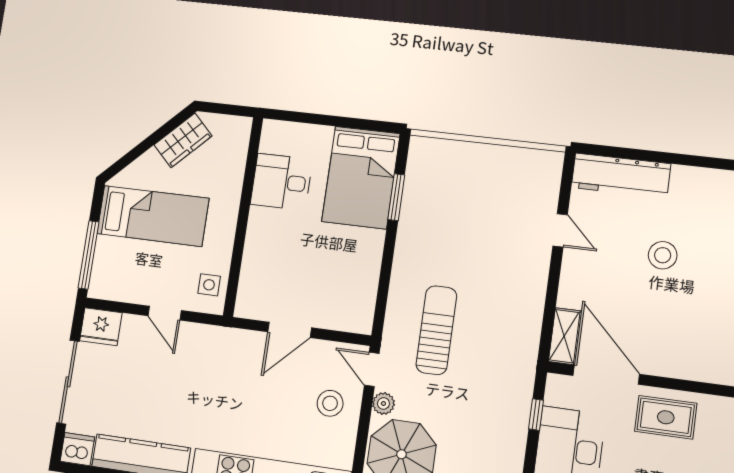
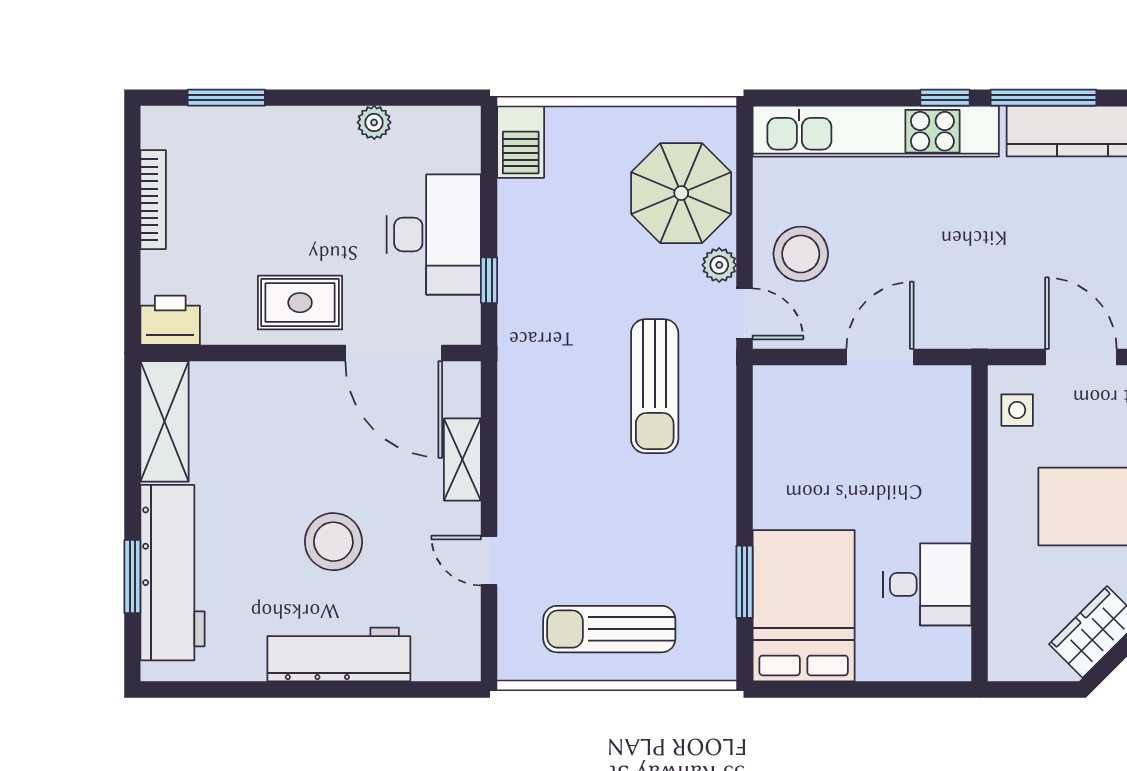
workbench: (621, 176) -> (339, 654), moved
sun lounger: (487, 177) -> (609, 629), added
stool: (663, 255) -> (333, 542), width x1.38, depth x1.38
door: (165, 313) -> (1081, 357), width x1.38
shelving: (564, 336) -> (462, 459), moved
stool: (330, 403) -> (801, 254), width x1.38, depth x1.38

